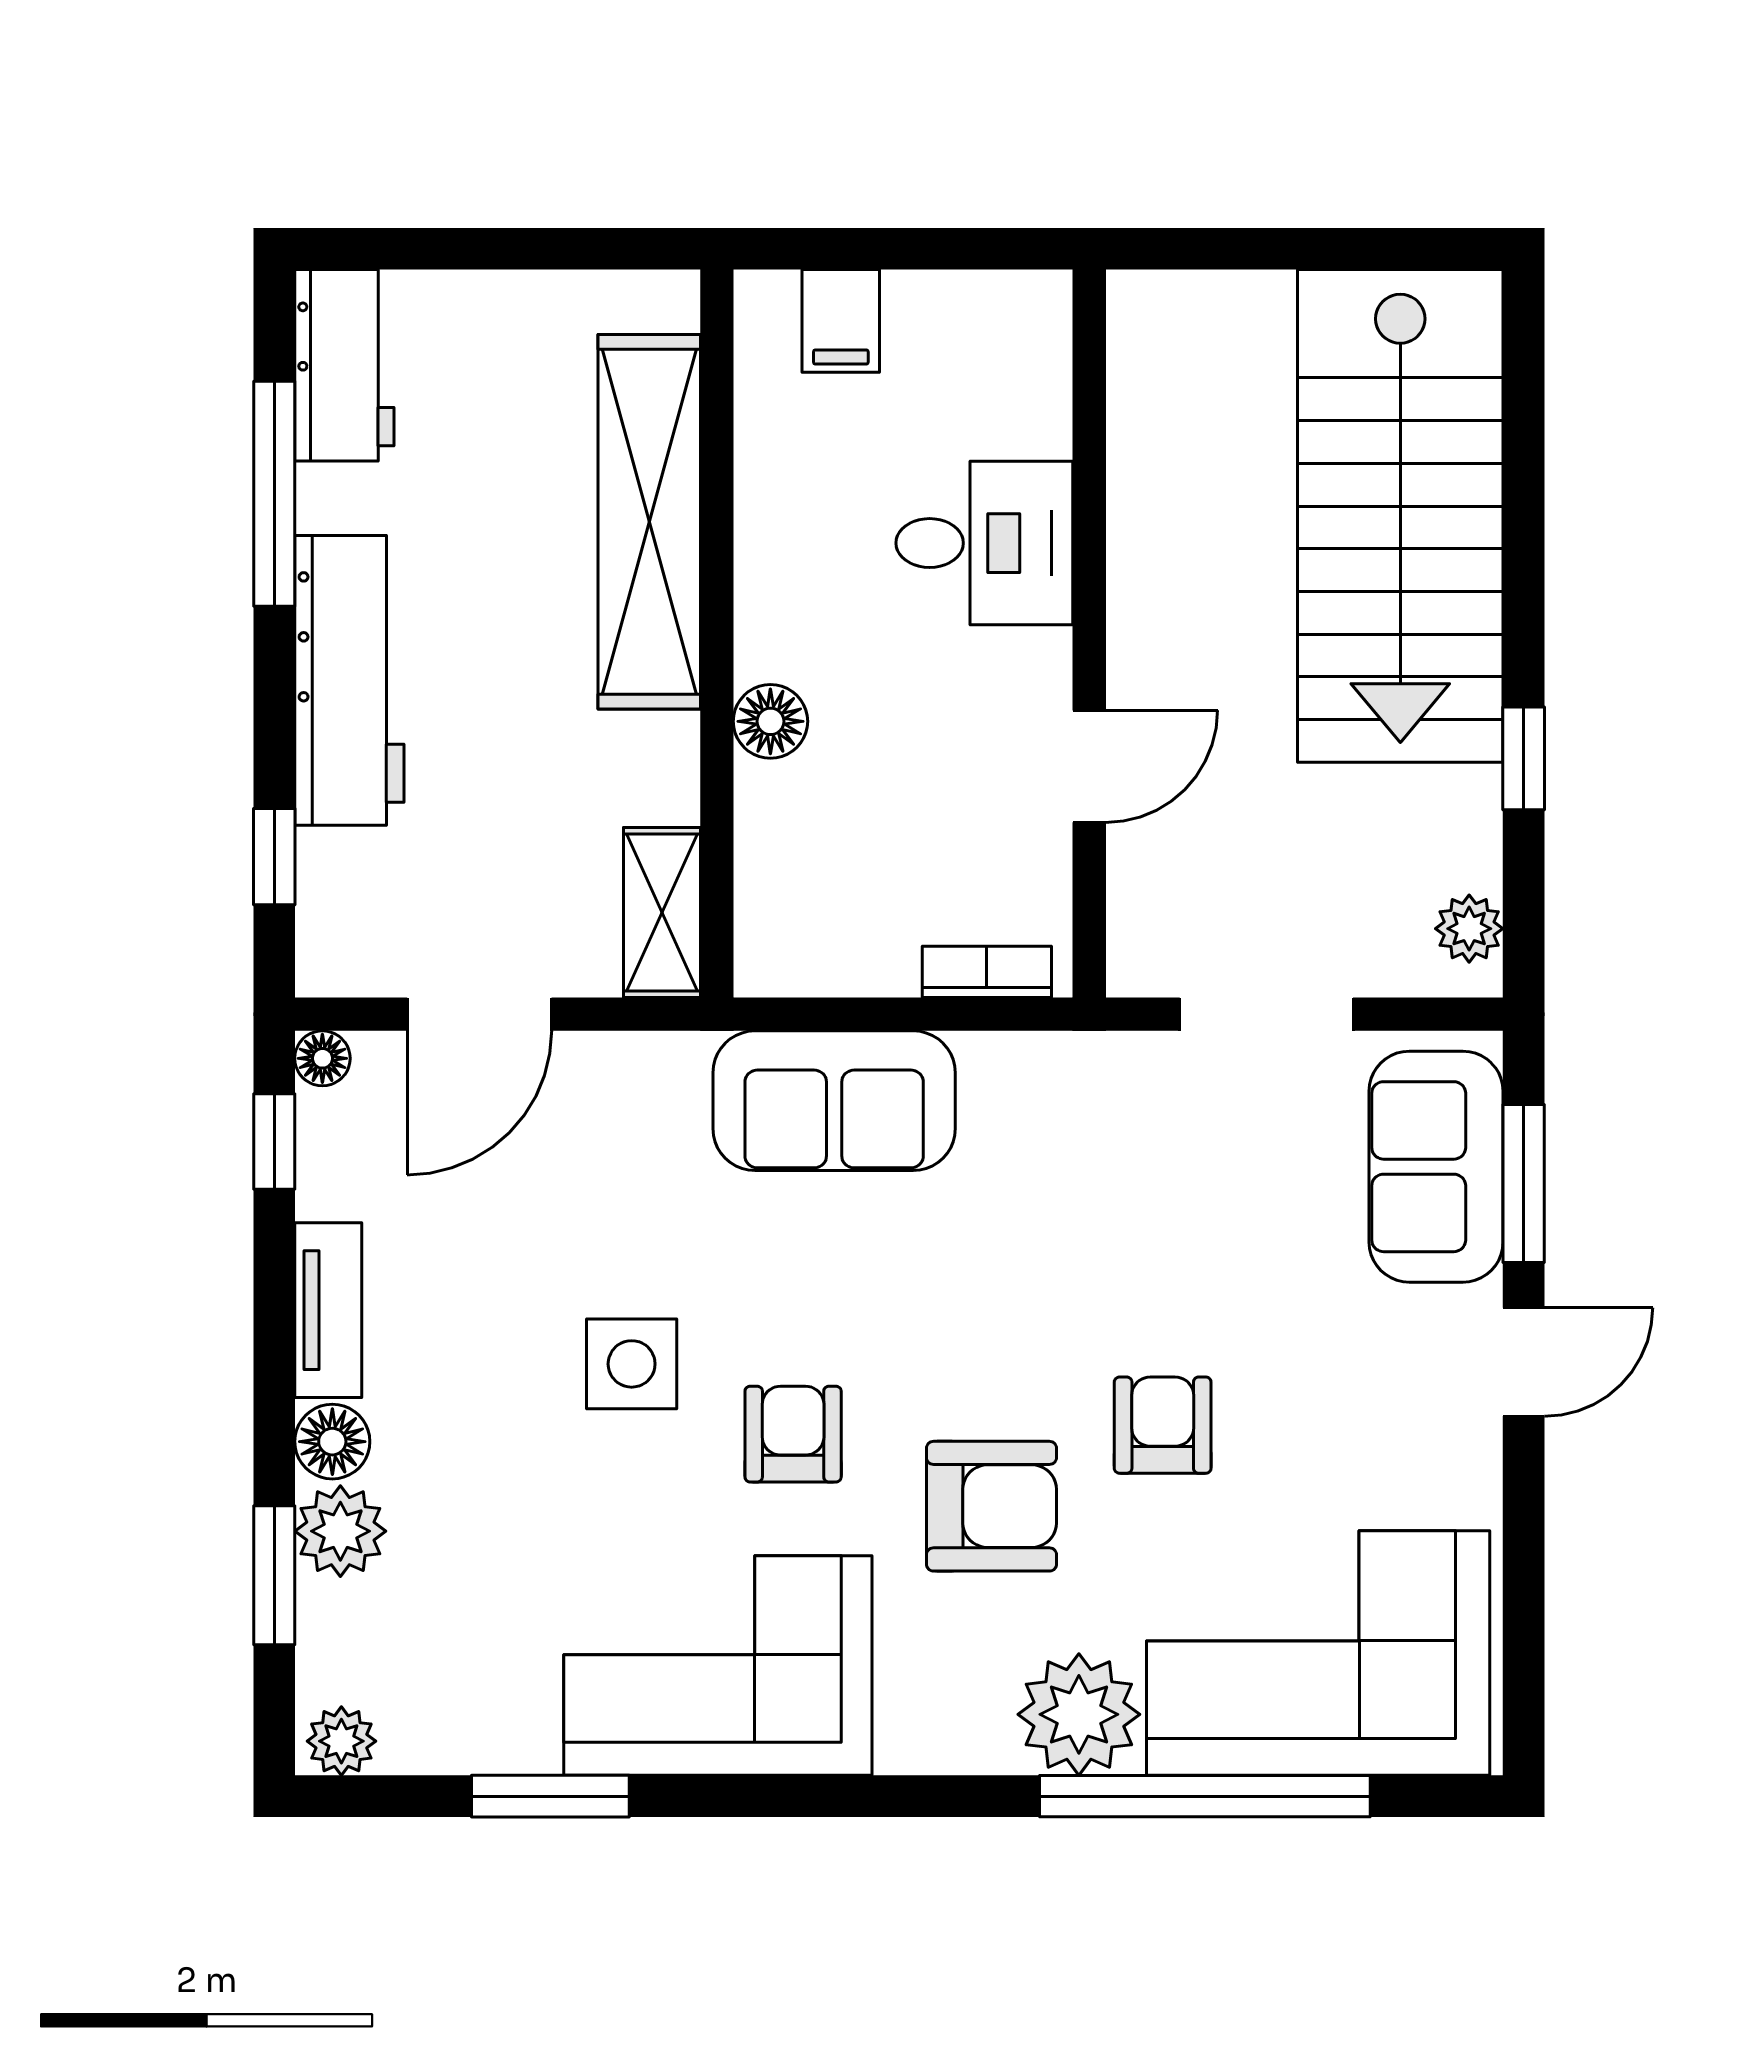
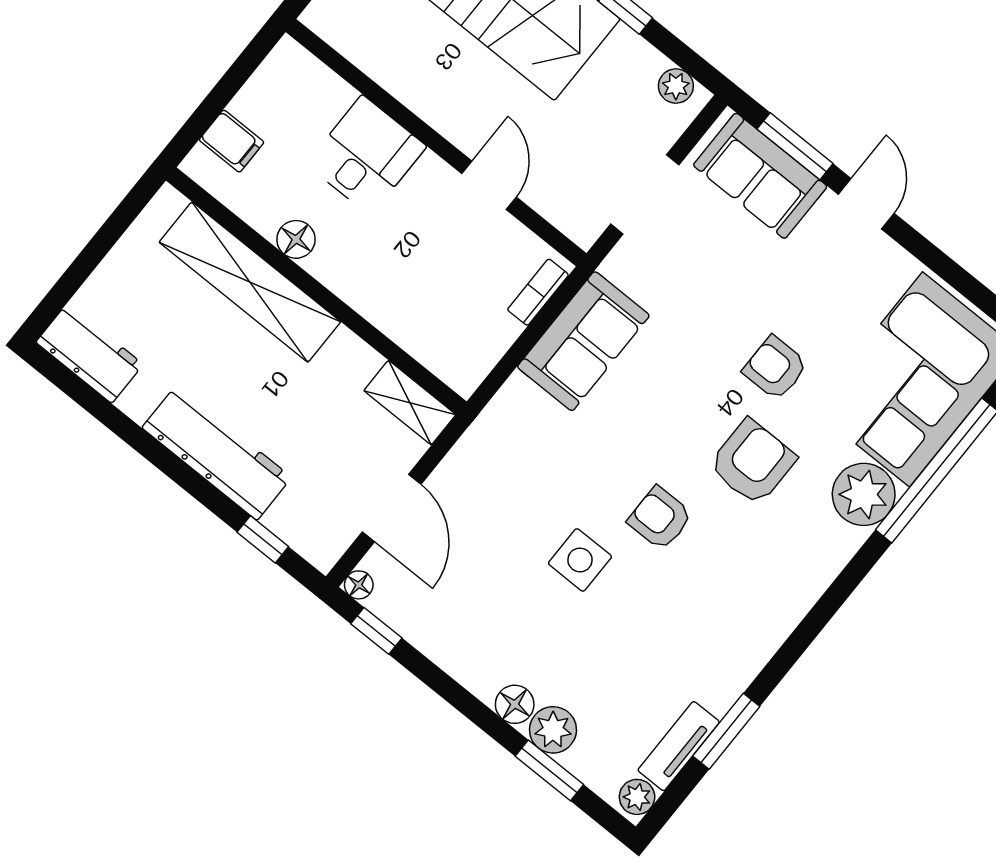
window: (274, 494) -> (118, 423), removed
floor lamp: (770, 721) -> (296, 239), moved
sofa: (834, 1101) -> (583, 341), moved
tv unit: (328, 1310) -> (679, 746), moved, turned -90
corner sofa: (718, 1666) -> (728, 623), removed

